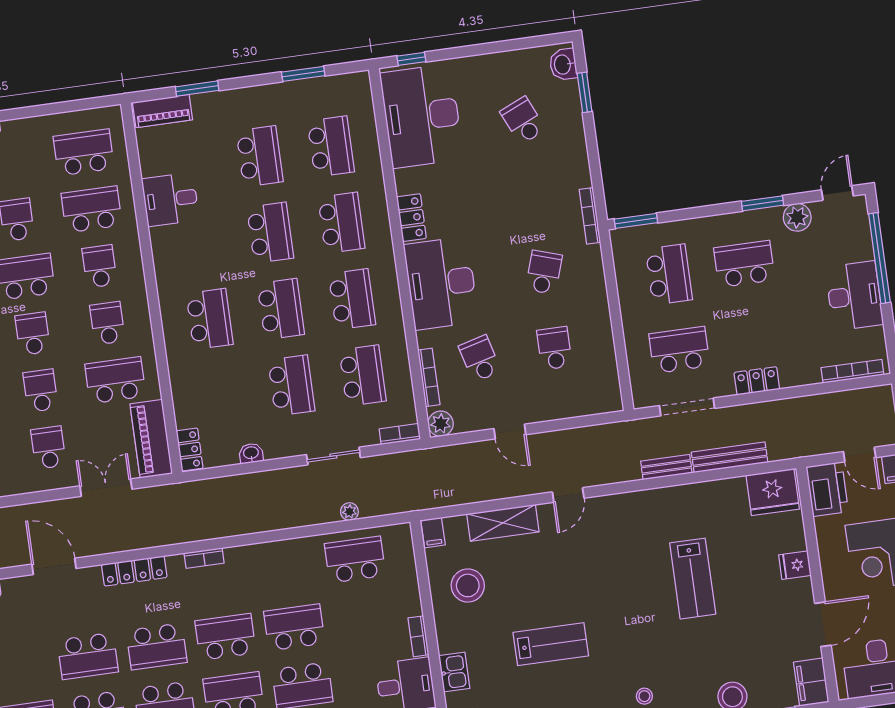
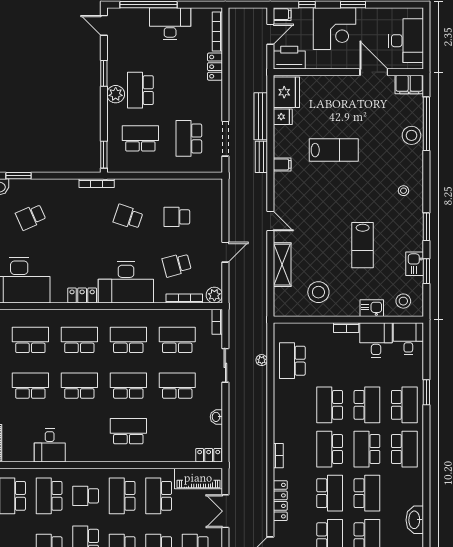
plant: (797, 217) -> (116, 94), moved
school desk: (107, 323) -> (122, 496), width x1.85
locker: (757, 381) -> (215, 67), moved
filing cabinet: (433, 533) -> (282, 164), moved
fridge: (795, 565) -> (283, 117), moved, turned -90
lab bench: (551, 644) -> (363, 245), turned 180

